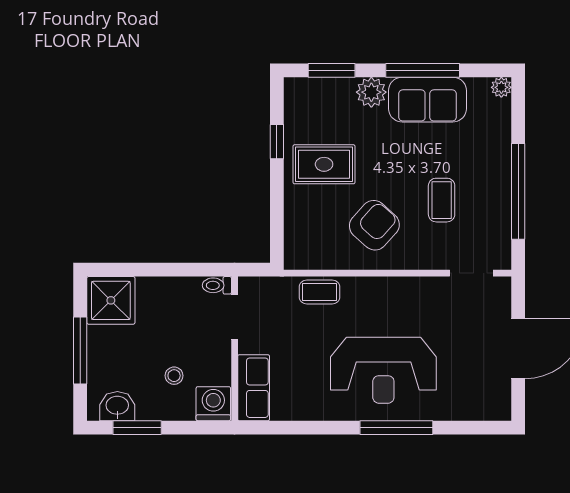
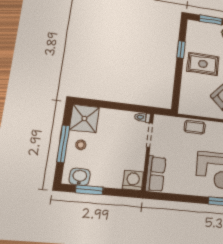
stool: (174, 376) -> (81, 145), moved

